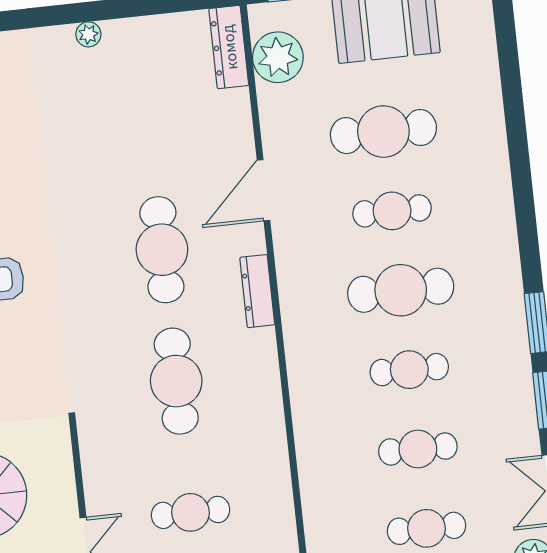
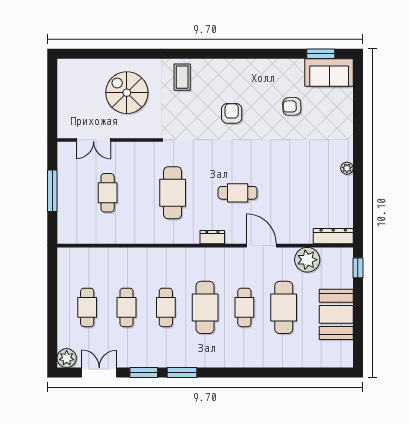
plant: (278, 57) -> (307, 260), moved
cafe table: (162, 250) -> (238, 193), width x0.73, depth x0.74
dresser: (257, 291) -> (212, 237), width x0.70
cafe table: (176, 381) -> (173, 193), turned 90

